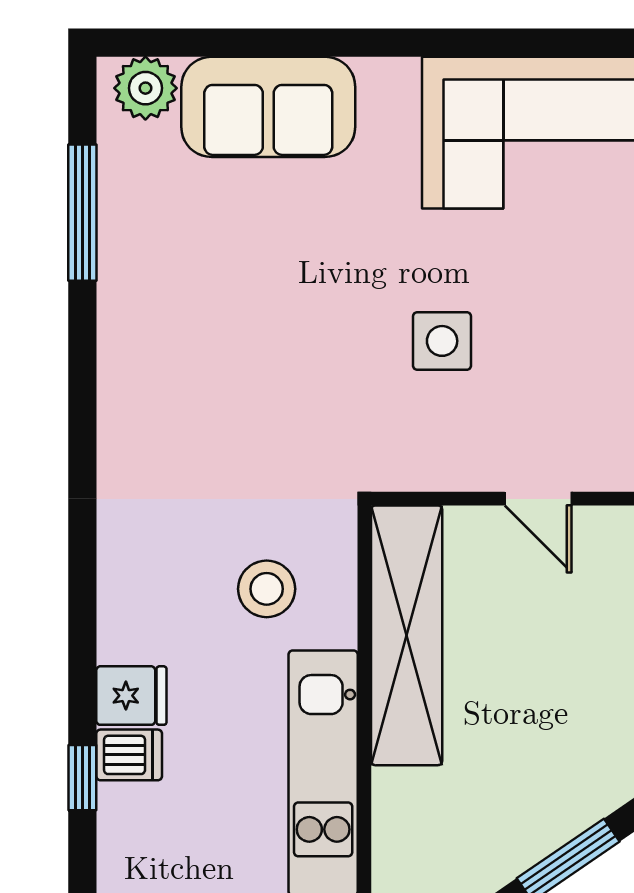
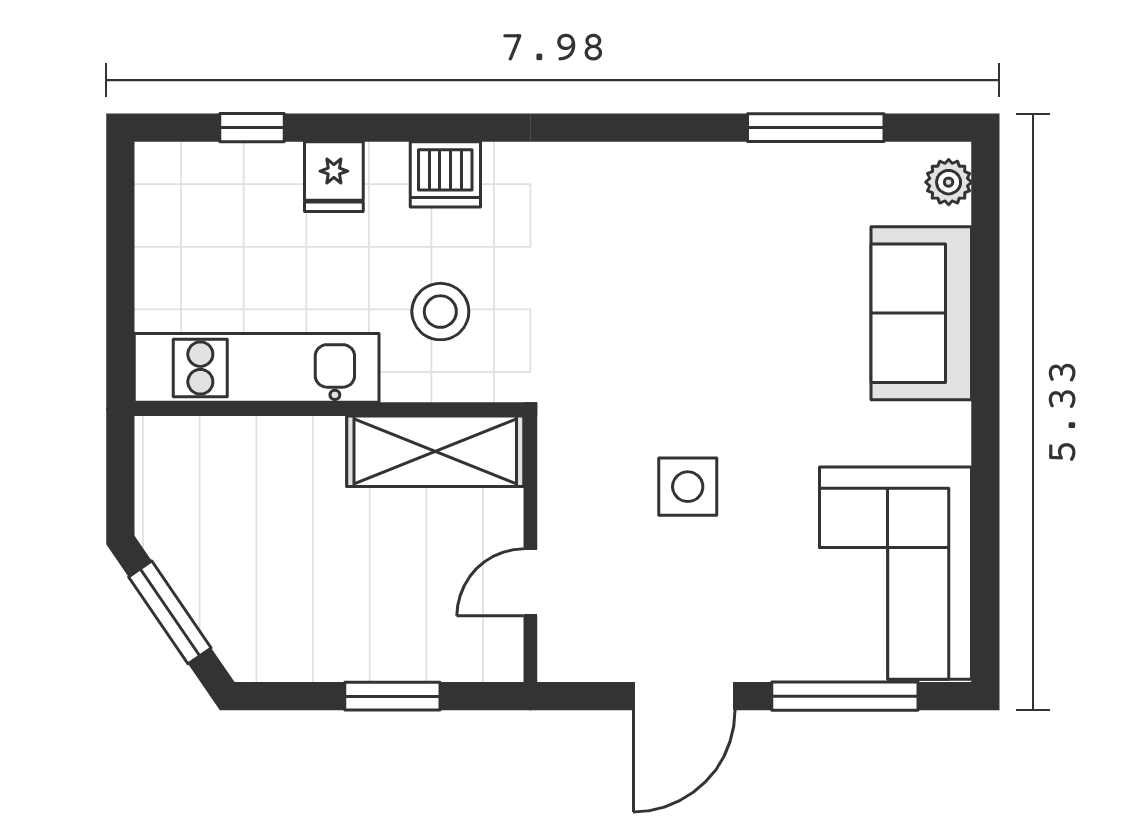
plant: (145, 88) -> (949, 182), width x0.73, depth x0.73
shelving: (407, 635) -> (435, 451), width x0.68
dishwasher: (129, 755) -> (445, 174), moved, width x1.38

